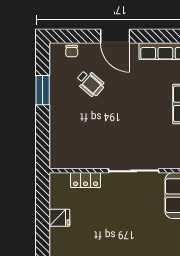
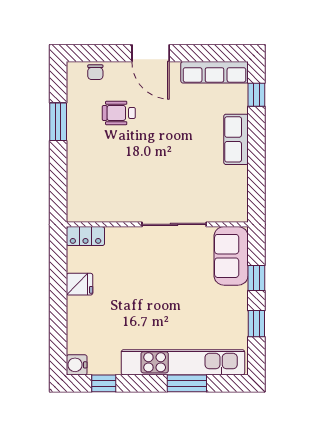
wheelchair: (90, 83) -> (119, 113), turned 139
locker: (86, 180) -> (85, 236), moved

